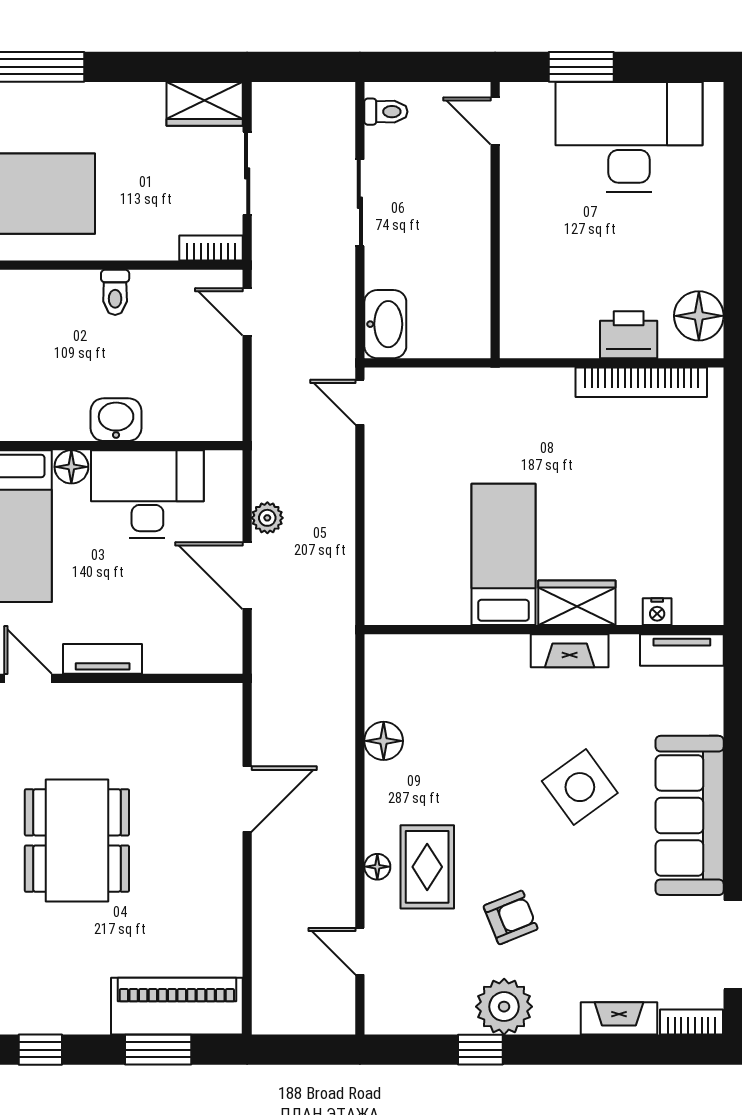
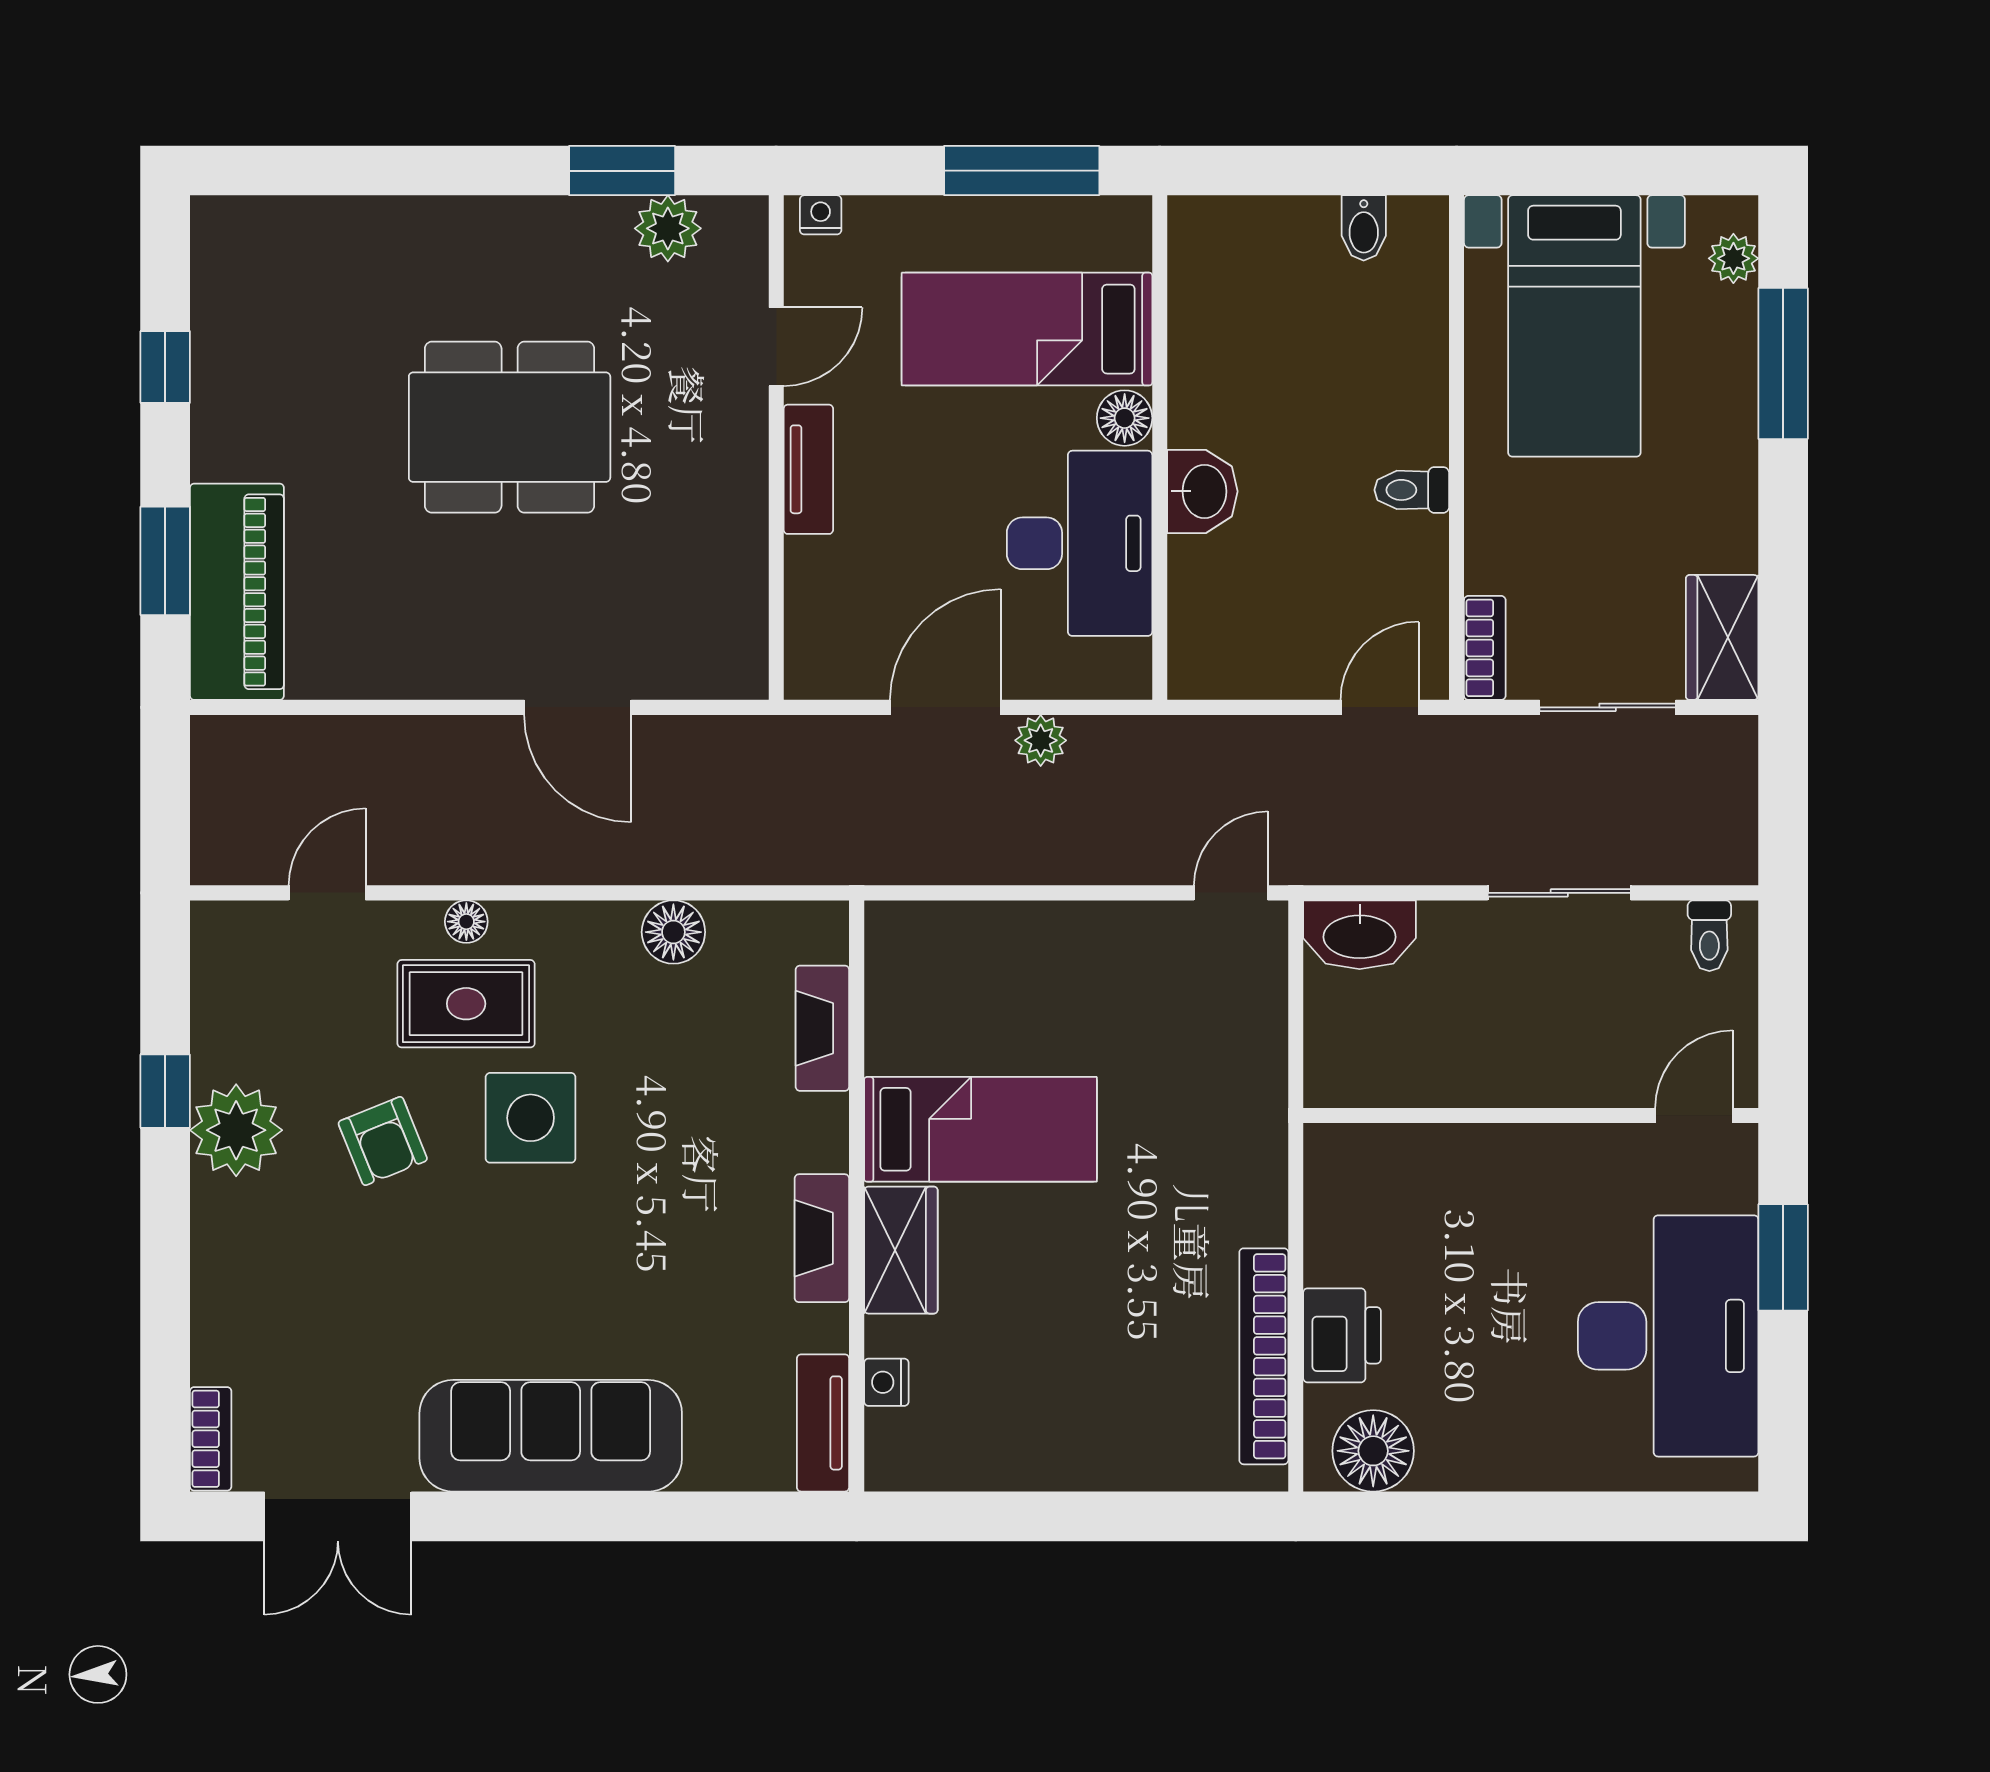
side table: (580, 787) -> (531, 1118), moved, turned 36
fireplace: (619, 1018) -> (822, 1028), moved, turned 180

